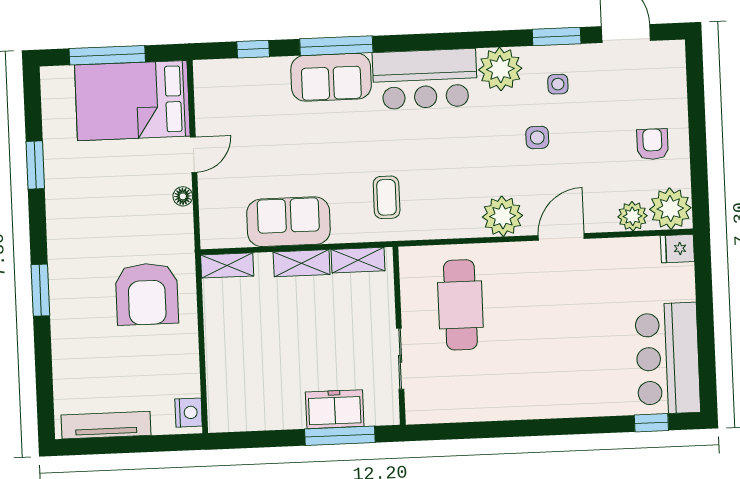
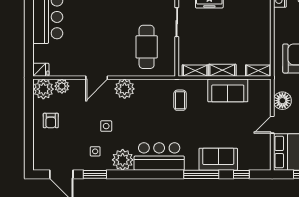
sofa: (331, 77) -> (218, 159), moved
floor lamp: (183, 196) -> (282, 101), width x1.89, depth x1.89

